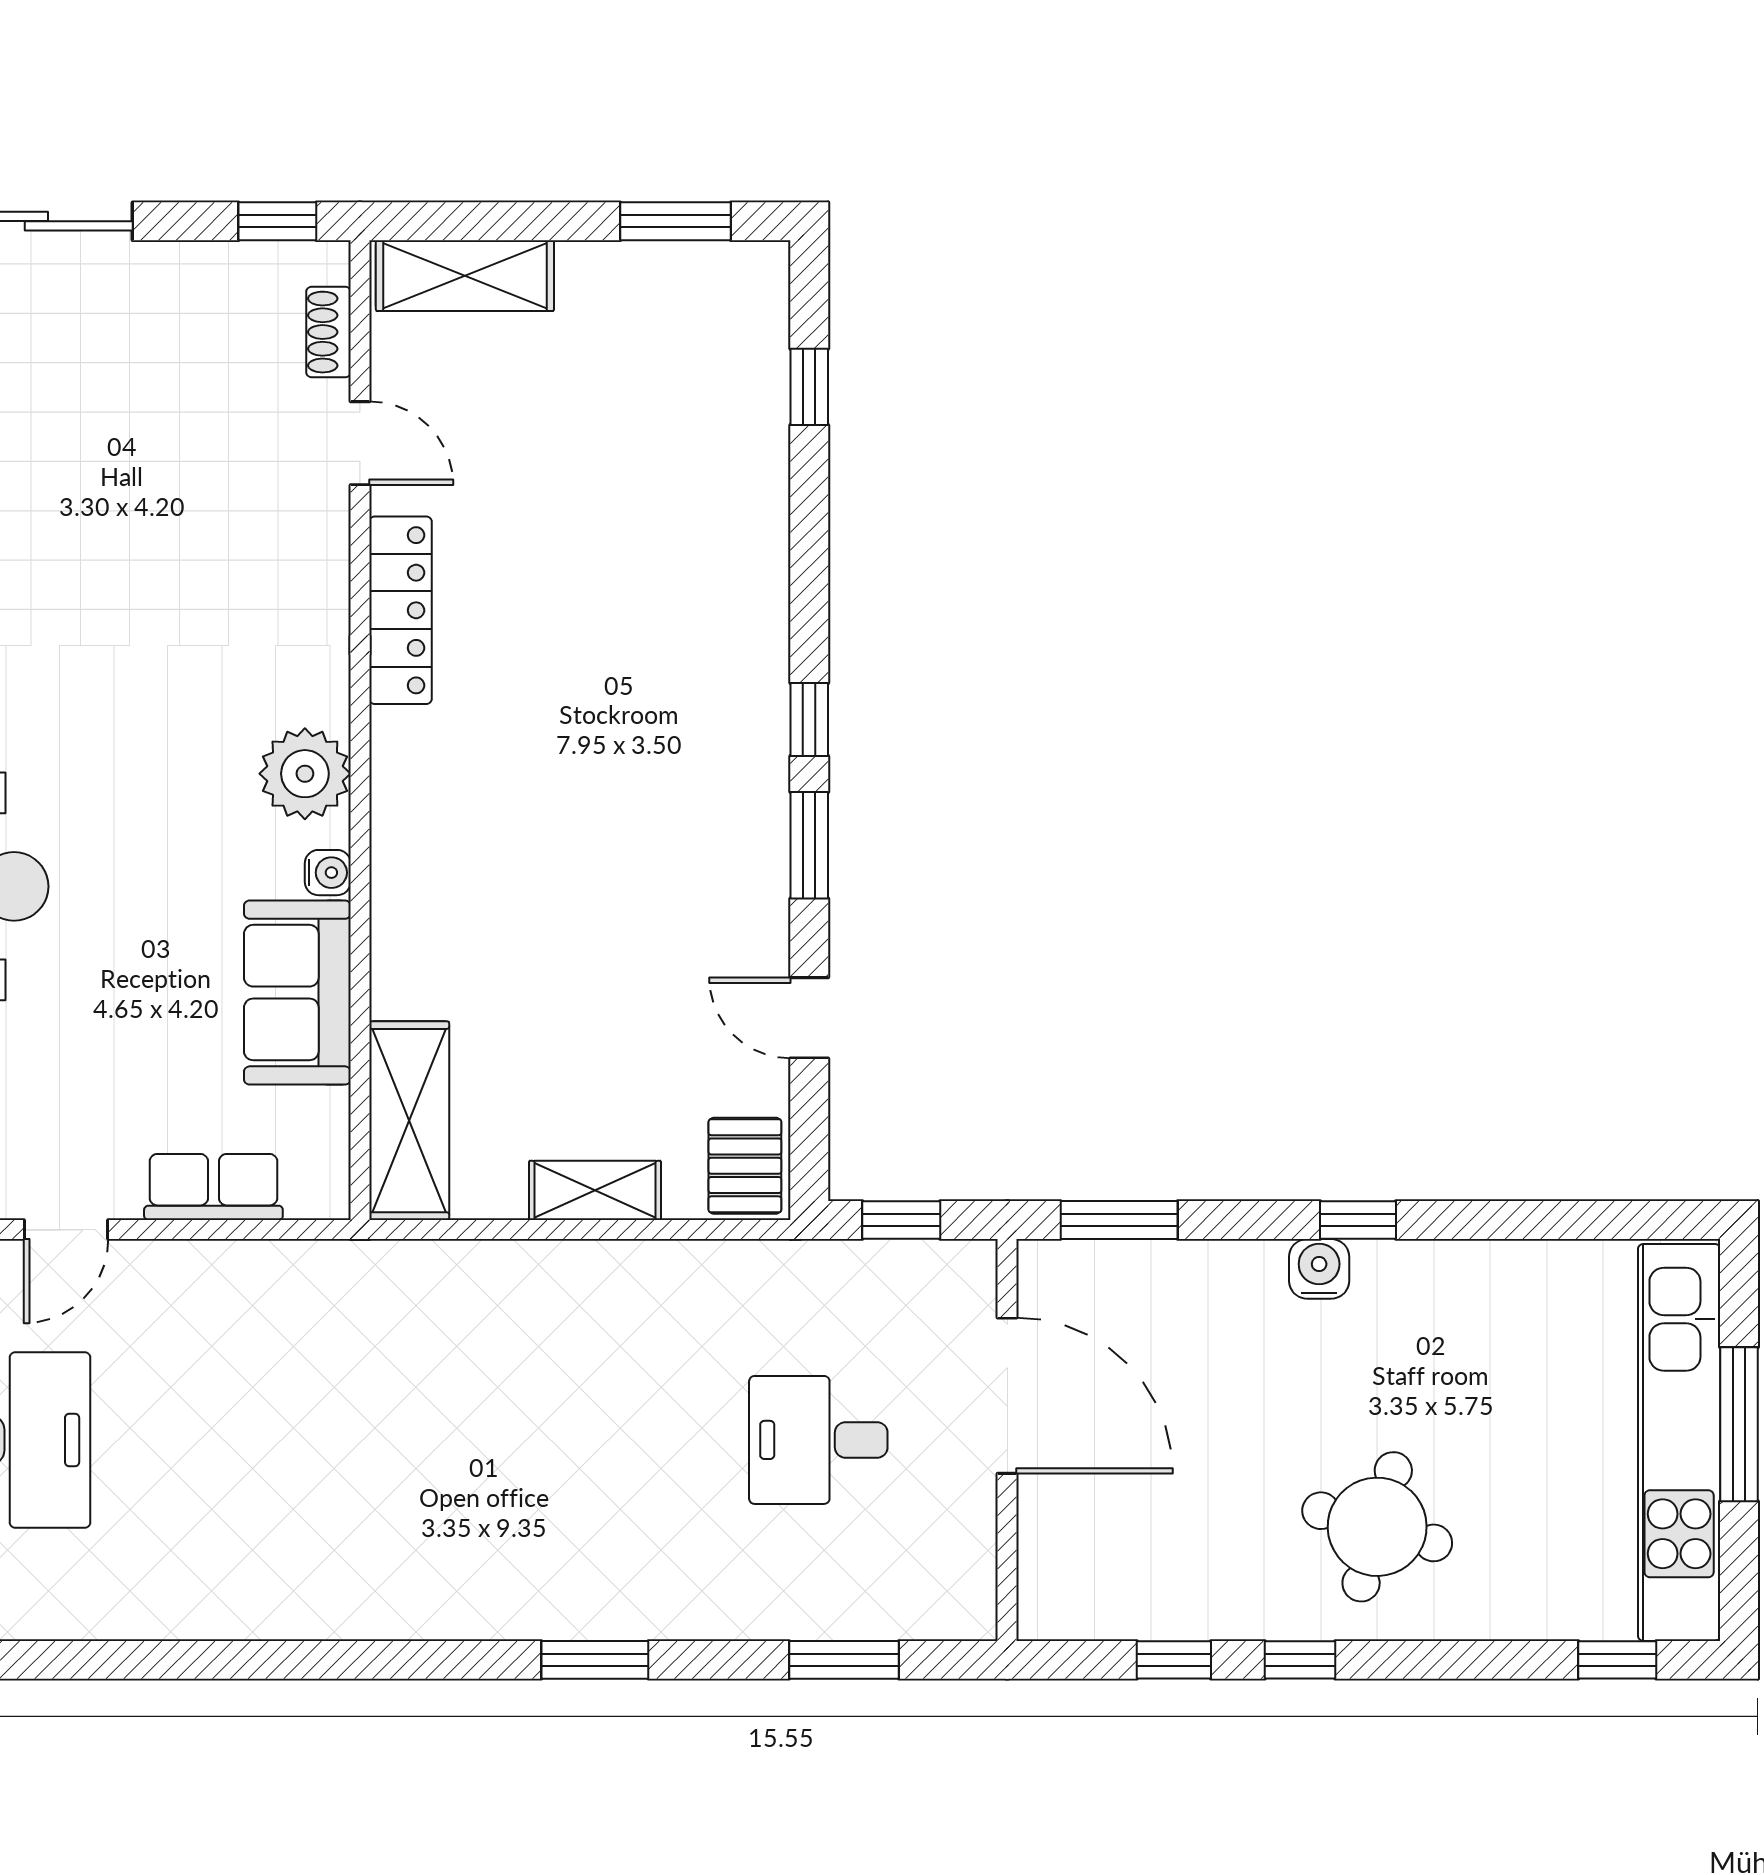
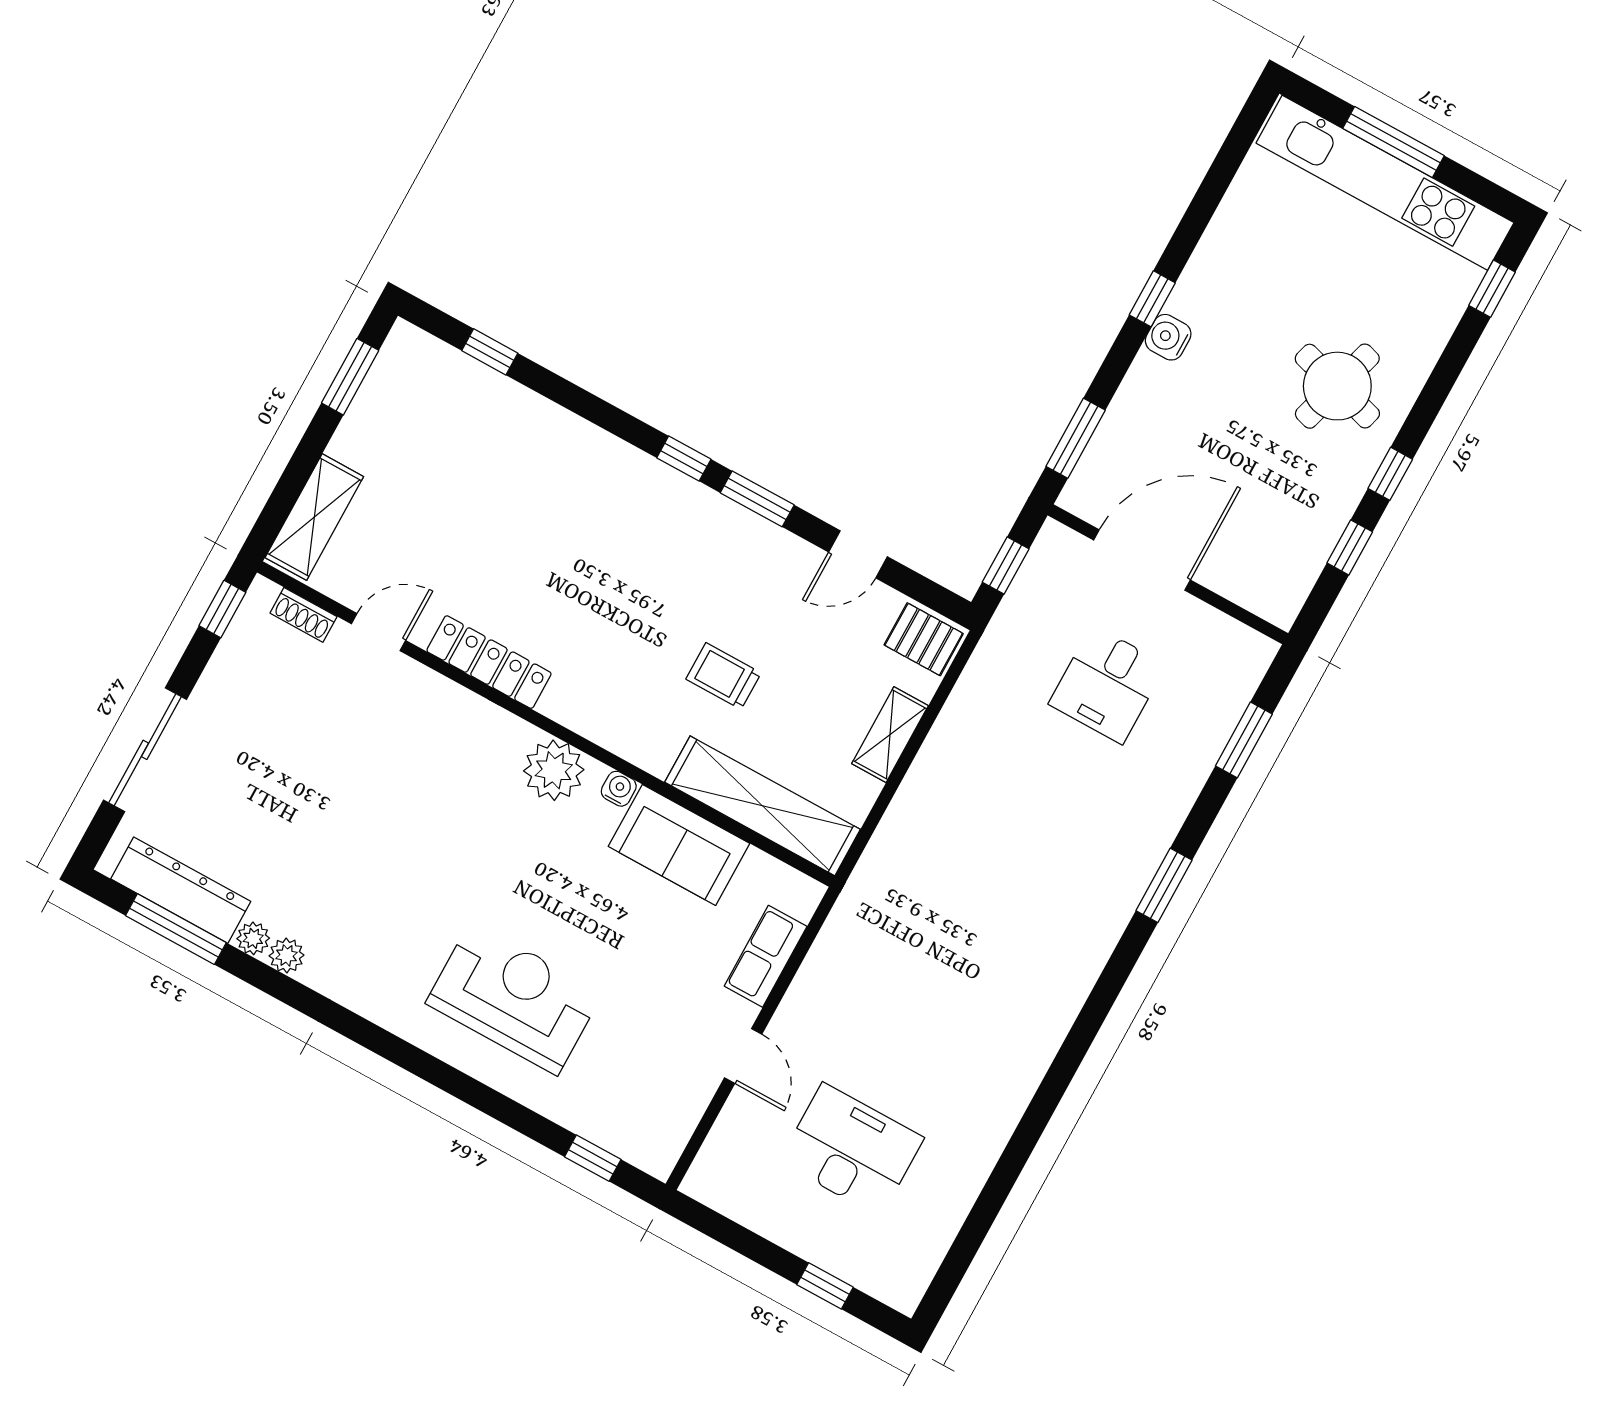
trolley: (552, 929) -> (723, 676), added
shelving: (409, 1121) -> (763, 806), width x1.47

